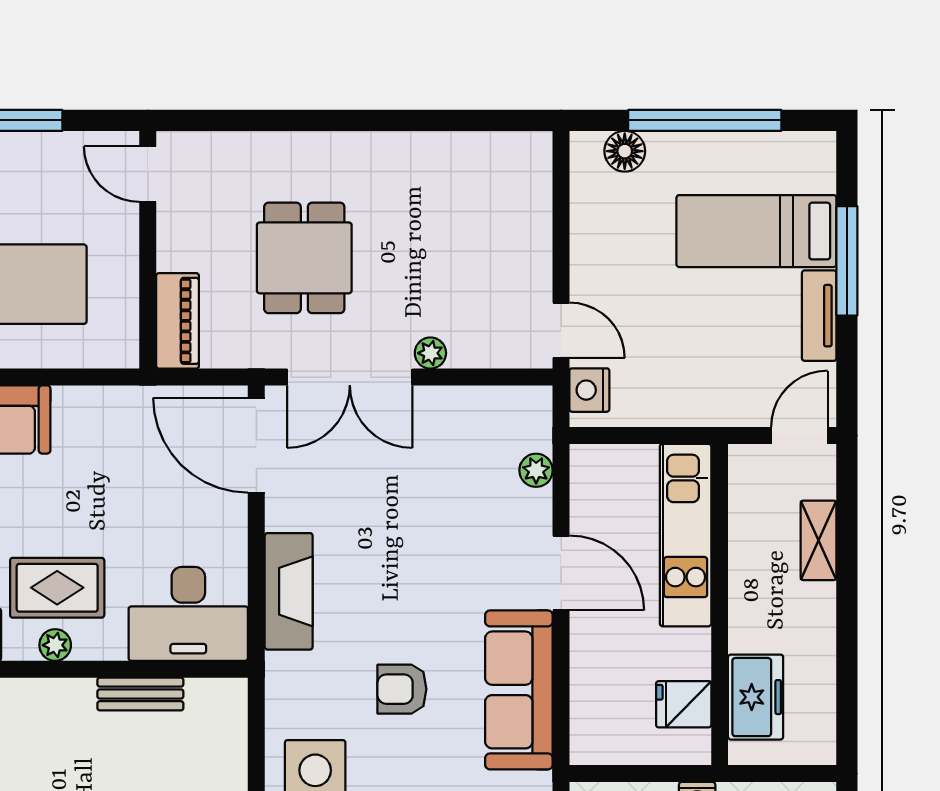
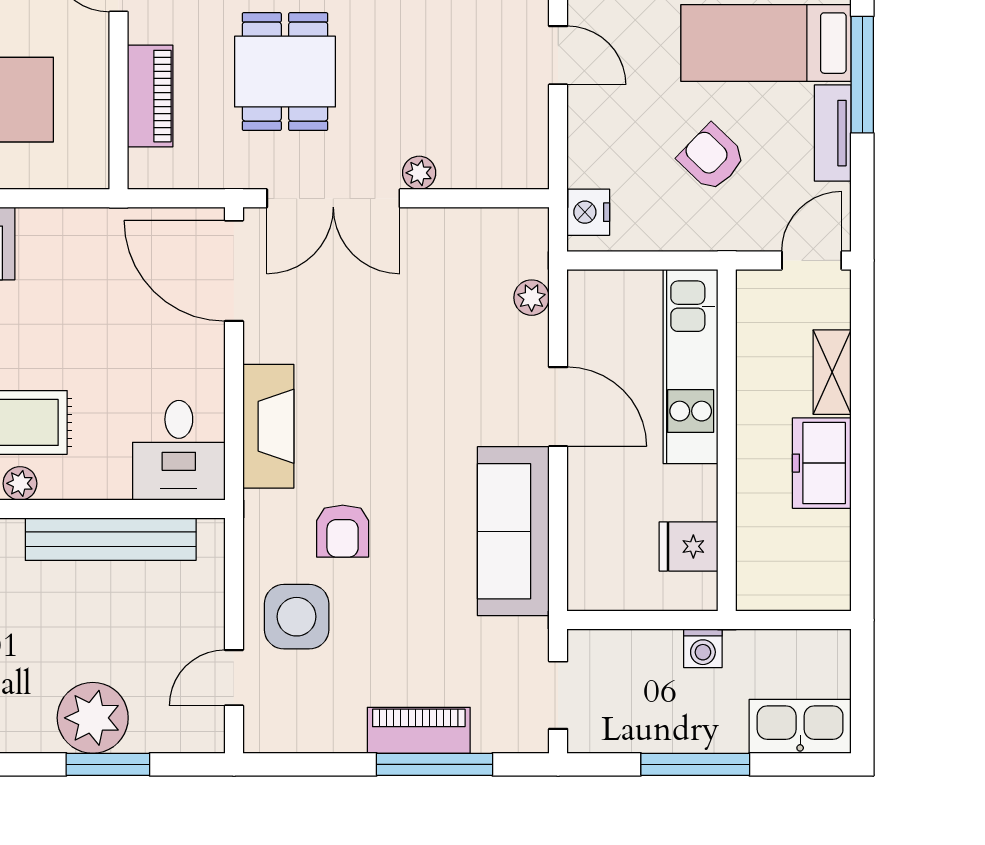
piano: (178, 321) -> (150, 96), moved
door: (561, 330) -> (558, 55), moved
armchair: (705, 339) -> (712, 158), added
desk: (188, 614) -> (179, 450), width x0.73
armchair: (402, 689) -> (343, 531), moved, turned -90
bench: (140, 694) -> (111, 539), width x1.86, depth x1.21
freezer: (756, 697) -> (822, 463), moved, turned 180

